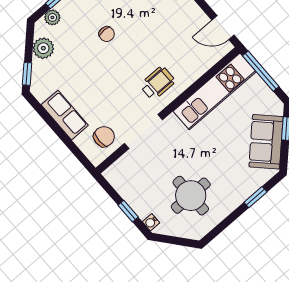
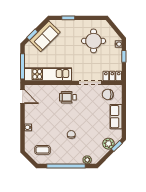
plant: (43, 48) -> (108, 144), moved
locker: (120, 169) -> (112, 76), added

